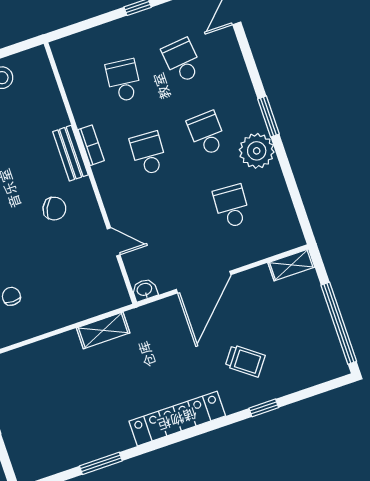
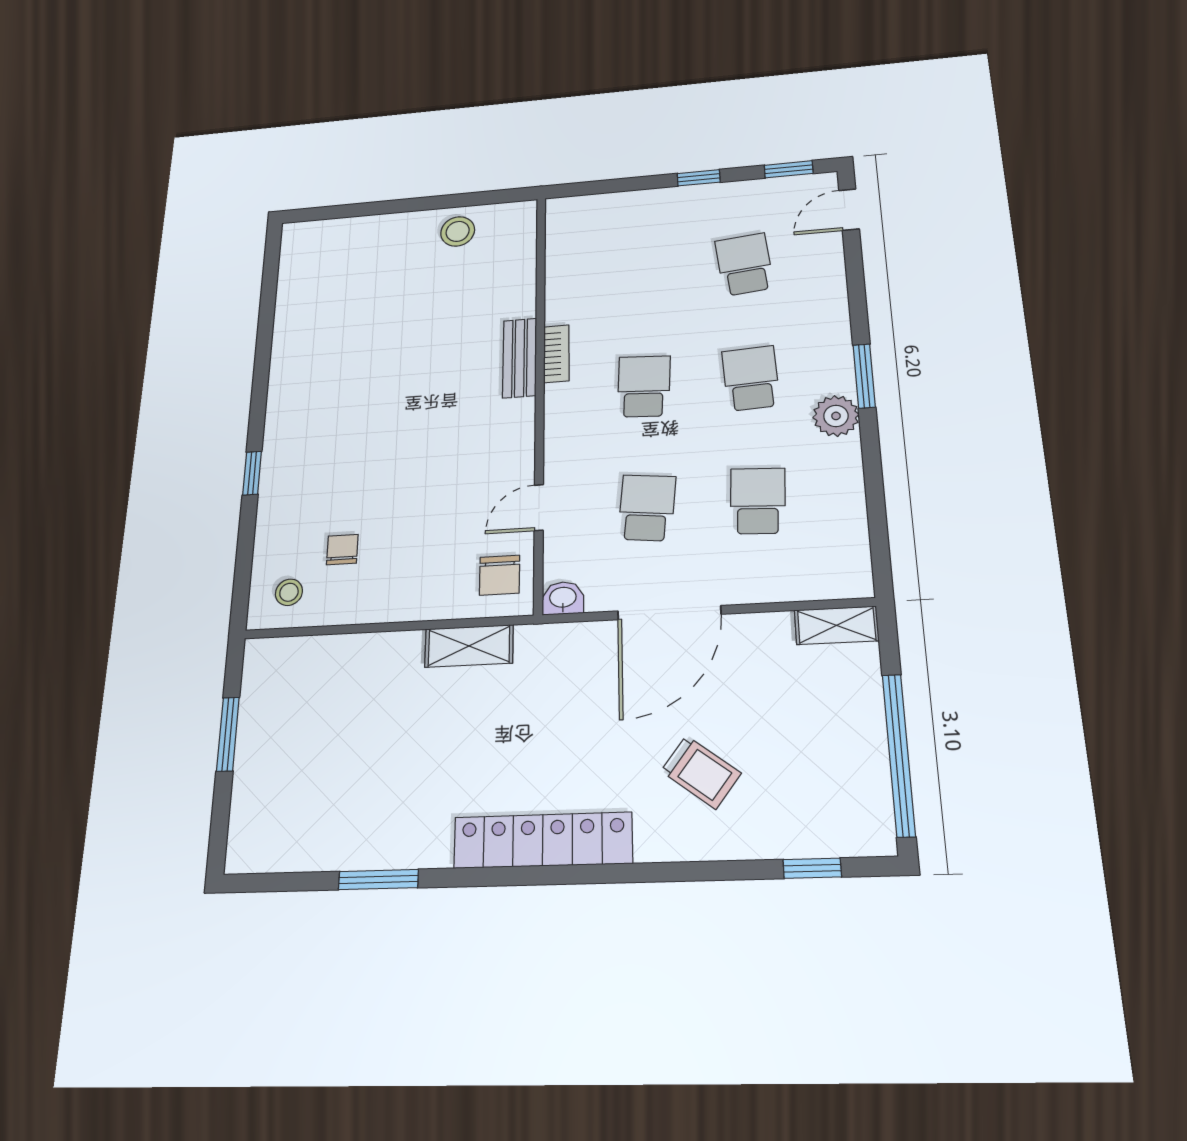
school desk: (124, 81) -> (647, 508), moved
plant: (257, 151) -> (836, 416), width x0.73, depth x0.73
chair: (54, 209) -> (500, 575), moved, turned 64
door: (114, 242) -> (539, 508), swing flipped
window: (264, 408) -> (812, 868), moved

